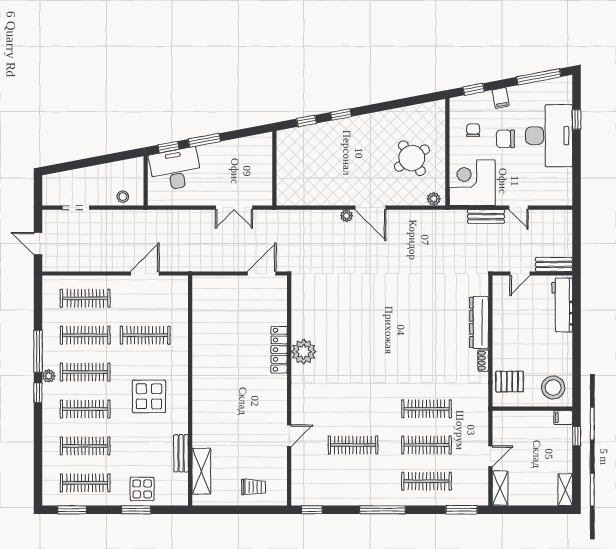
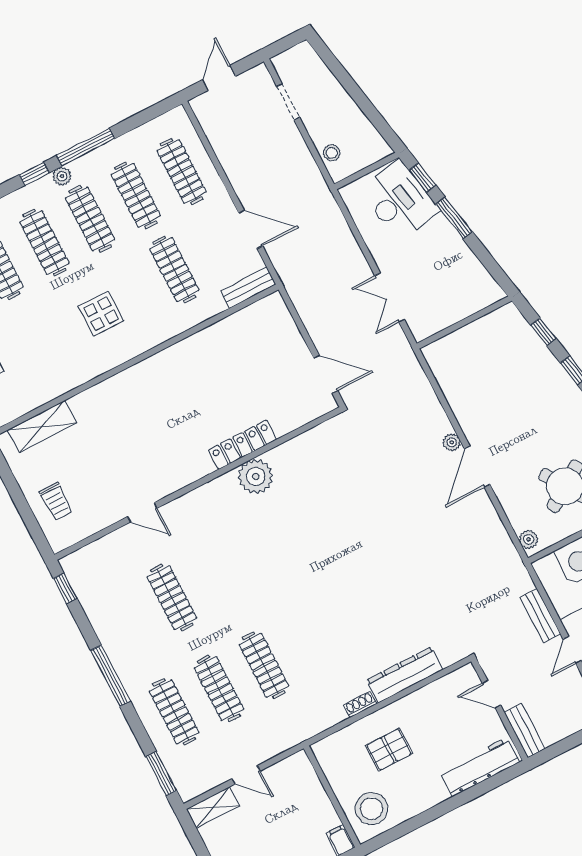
pallet: (510, 382) -> (389, 750), moved, turned 90
display table: (149, 396) -> (101, 314), width x0.73, depth x0.73
bench: (181, 453) -> (248, 288), moved

